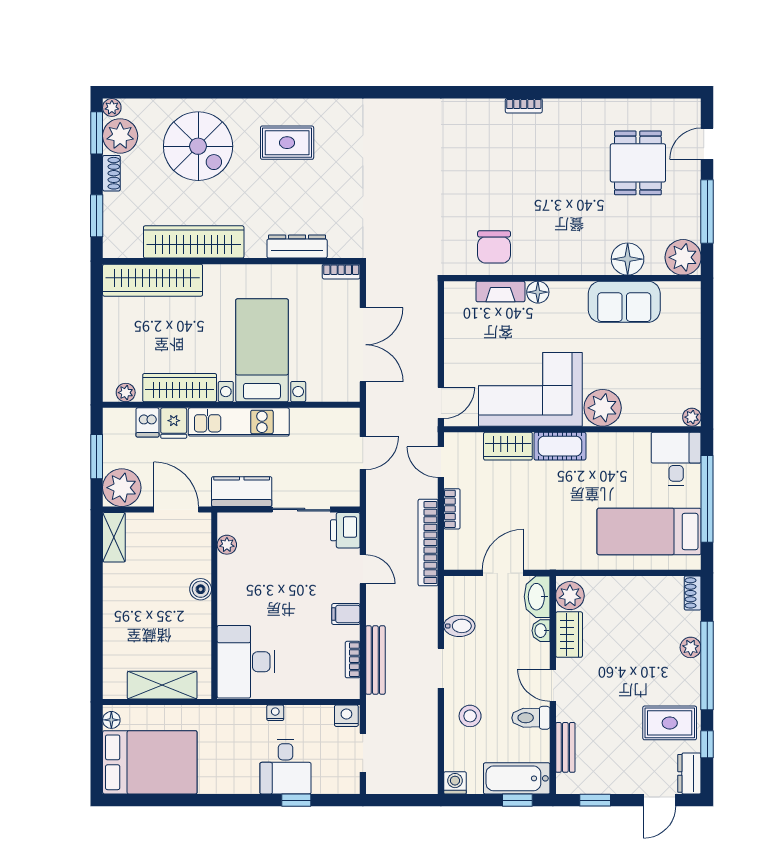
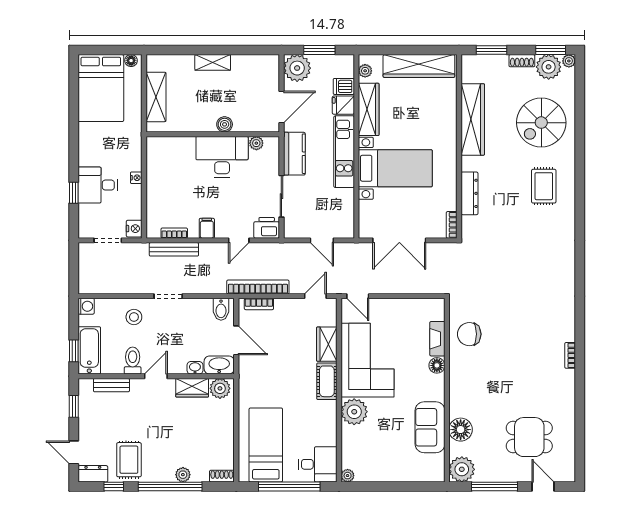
wardrobe: (153, 280) -> (419, 66), moved, turned -90
bookcase: (452, 509) -> (259, 304), moved
shelving: (114, 537) -> (213, 62), moved
bidet: (459, 626) -> (221, 309), moved
desk: (246, 662) -> (222, 157), moved

